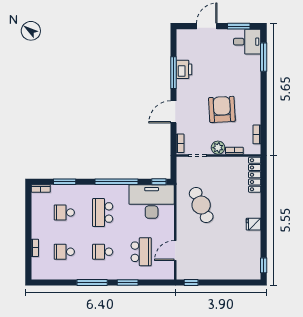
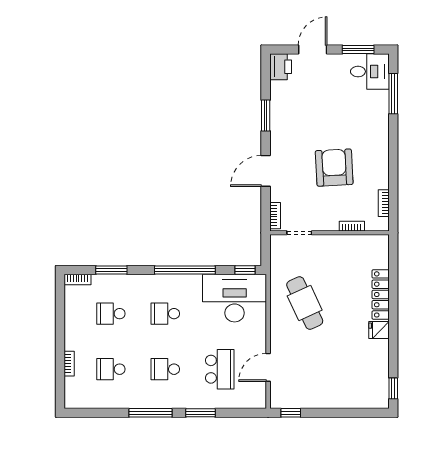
printer: (184, 69) -> (281, 67), moved
window: (174, 73) -> (266, 116), width x0.69
plant: (218, 148) -> (329, 222), removed
locker: (255, 175) -> (381, 294), moved
school desk: (103, 213) -> (165, 314), width x0.54

